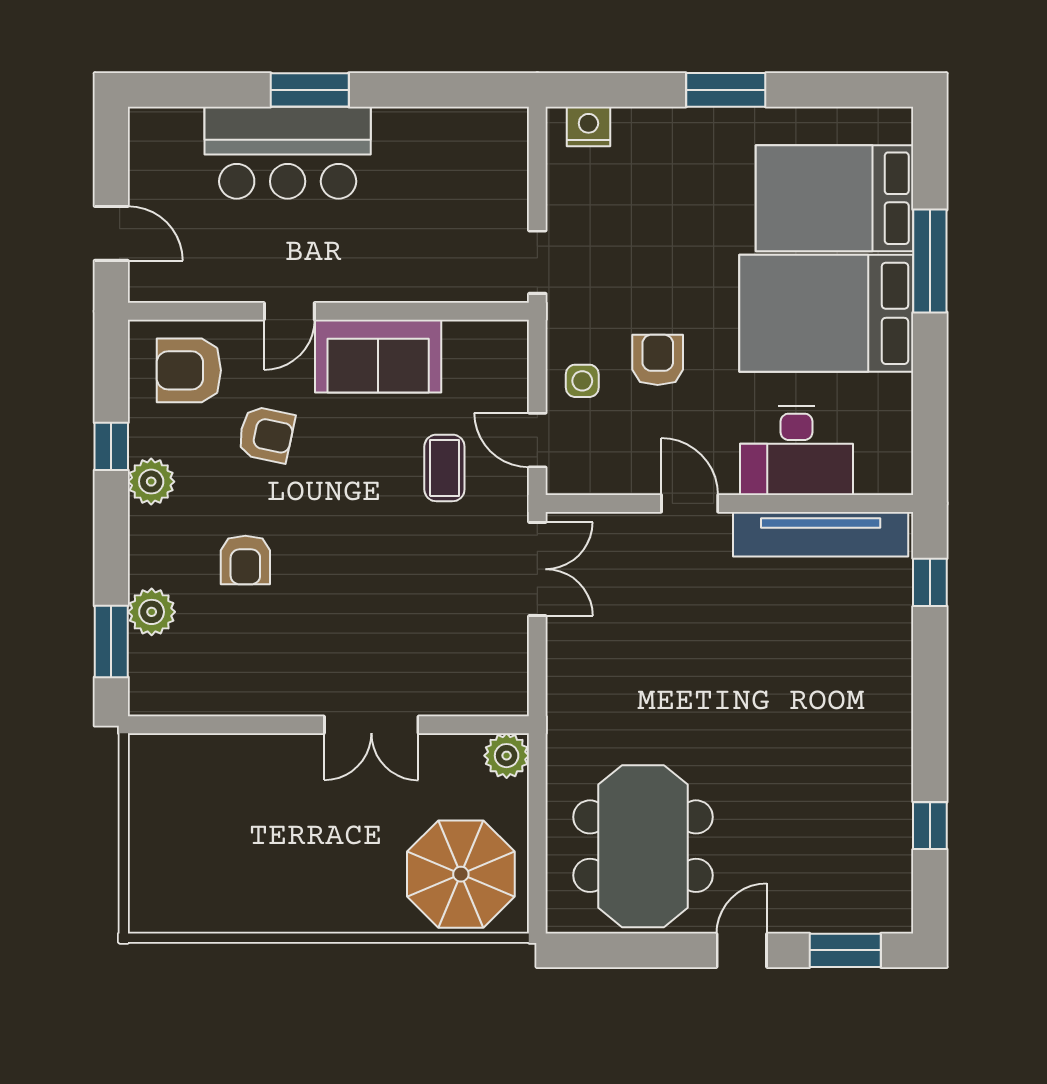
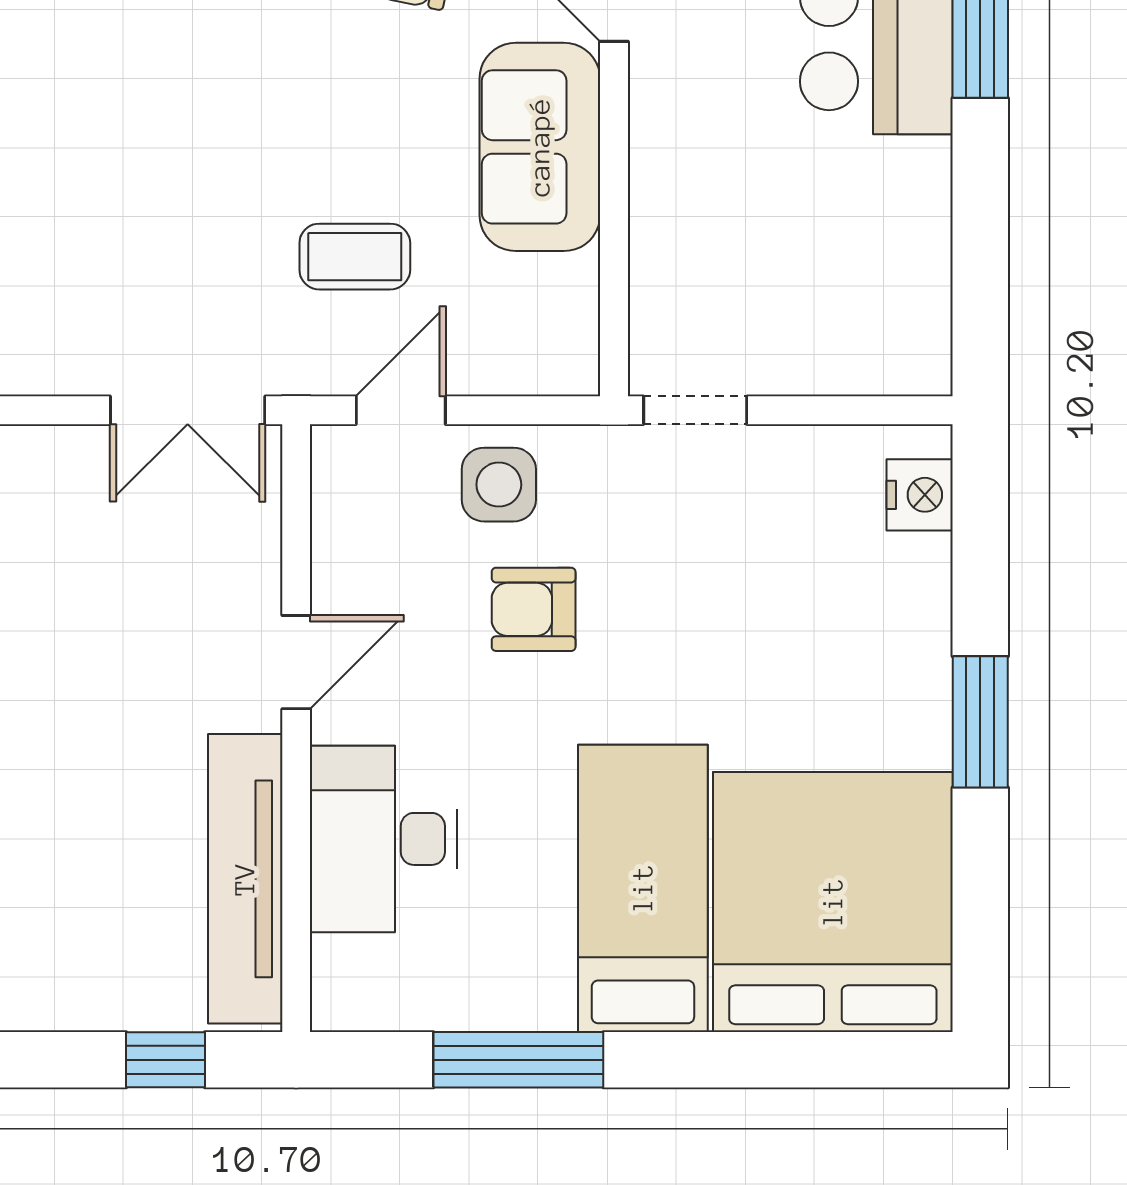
bed: (835, 198) -> (833, 902), width x1.36
window: (930, 261) -> (518, 1060), moved
bed: (826, 313) -> (643, 888), width x0.67
armchair: (658, 360) -> (534, 609), turned 180
side table: (582, 381) -> (499, 485), width x1.37, depth x1.37

